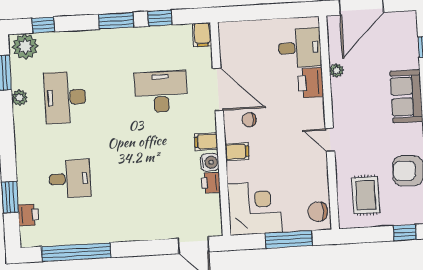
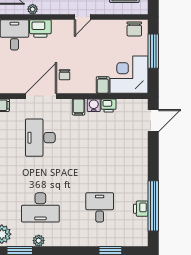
filing cabinet: (237, 152) -> (103, 85), moved
printer: (28, 215) -> (141, 209), moved, turned -90

